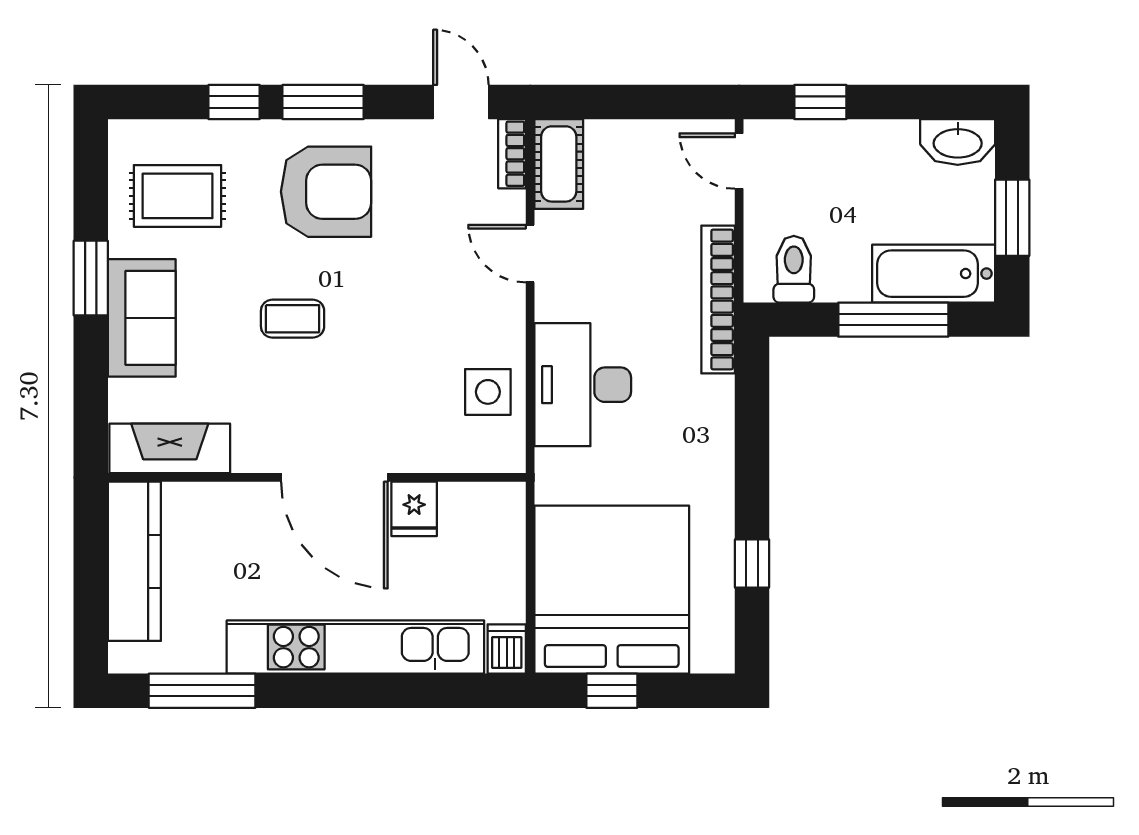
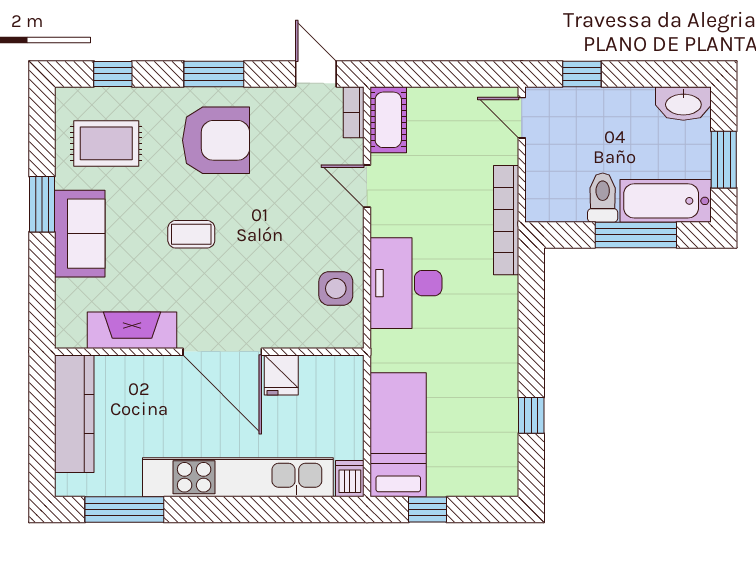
window: (234, 102) -> (113, 74), moved
toilet: (794, 269) -> (603, 198), moved
fireplace: (170, 448) -> (132, 330), moved
bed: (612, 590) -> (398, 435), width x0.49

